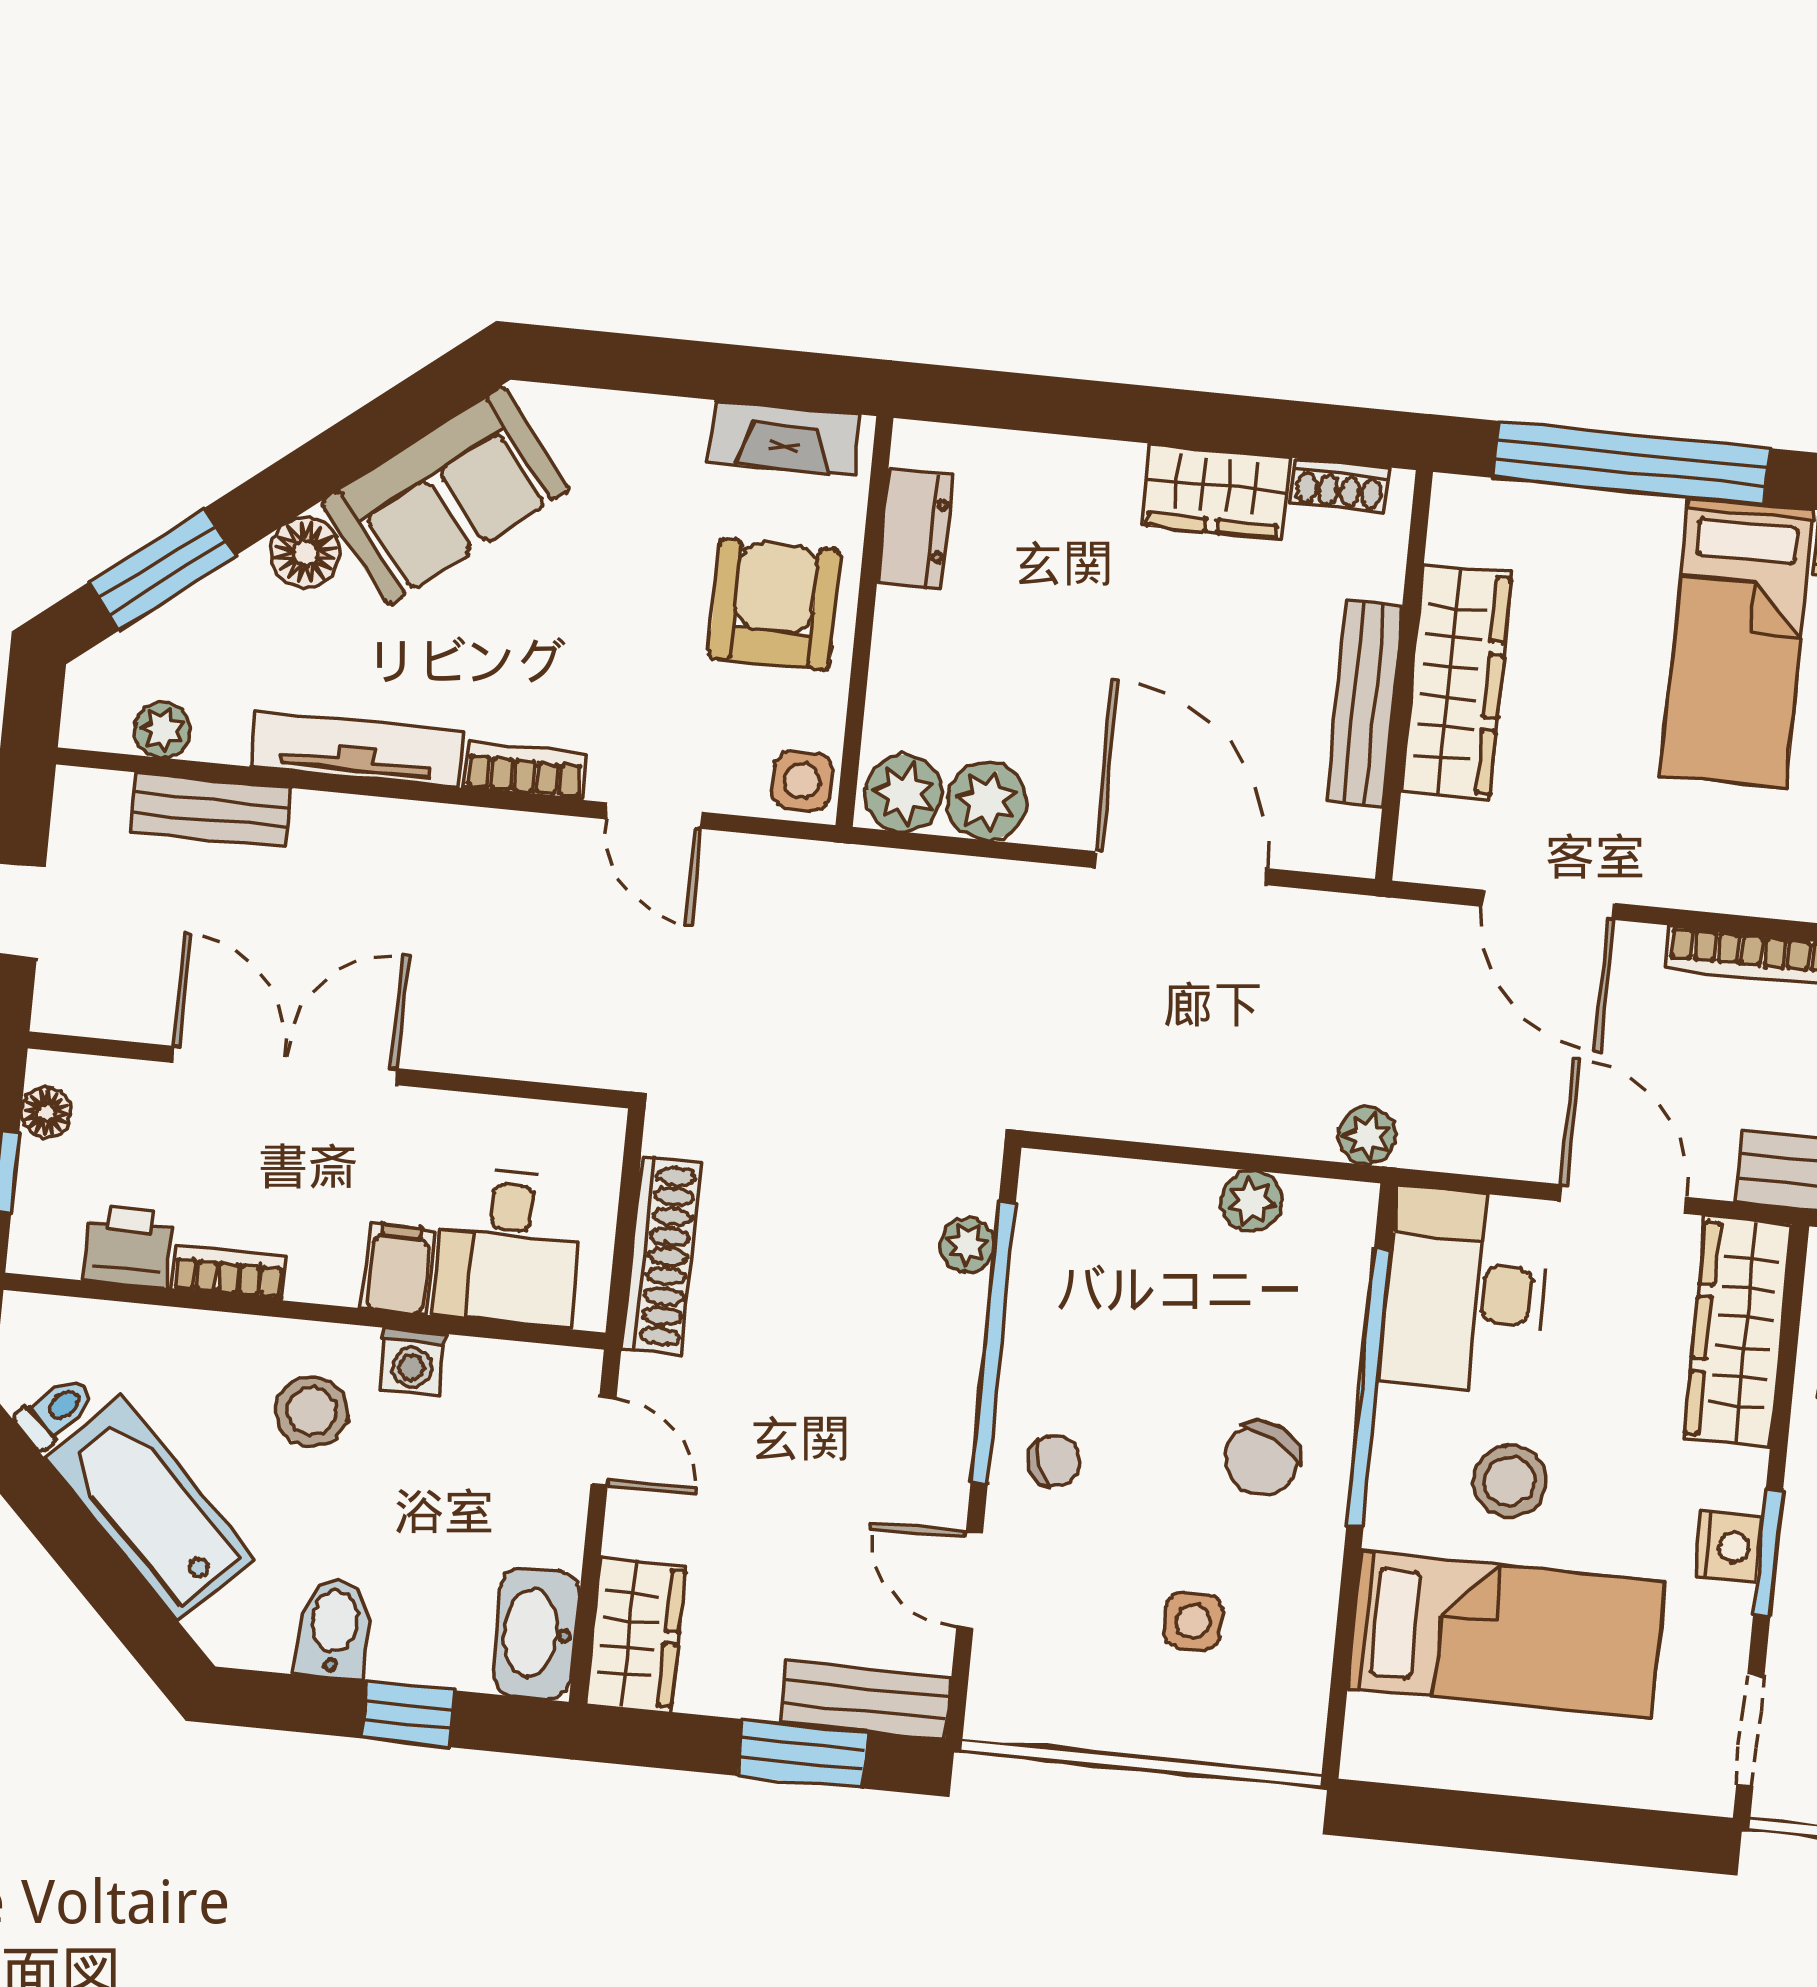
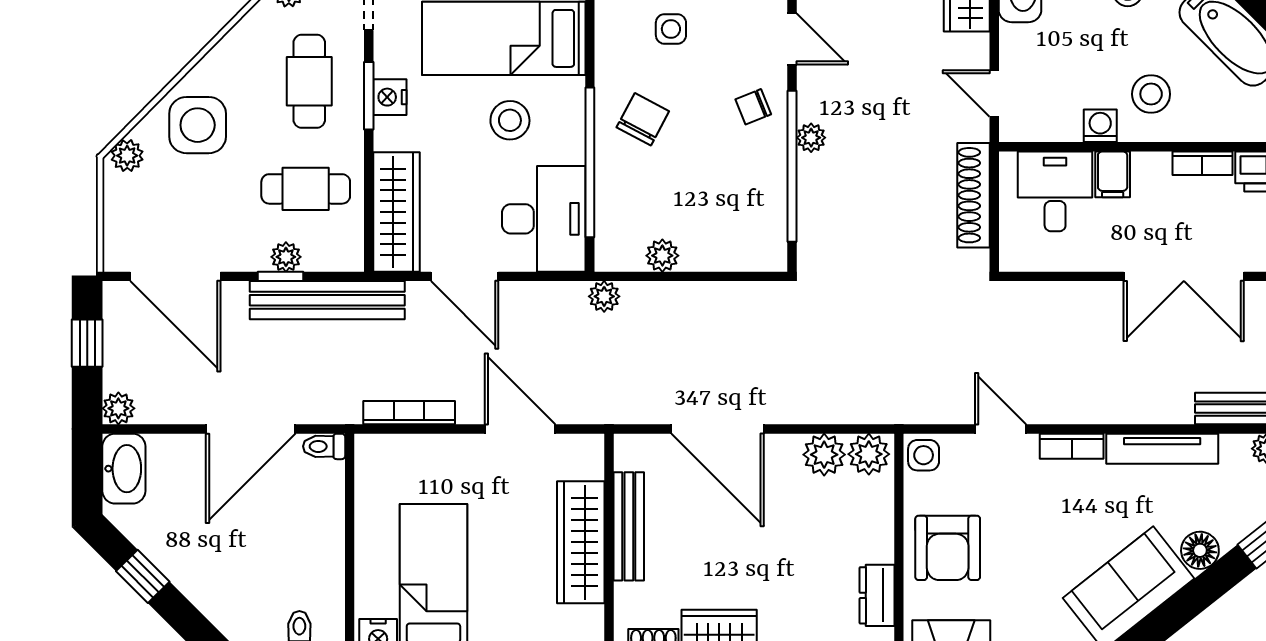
plant: (967, 1245) -> (811, 138), moved

